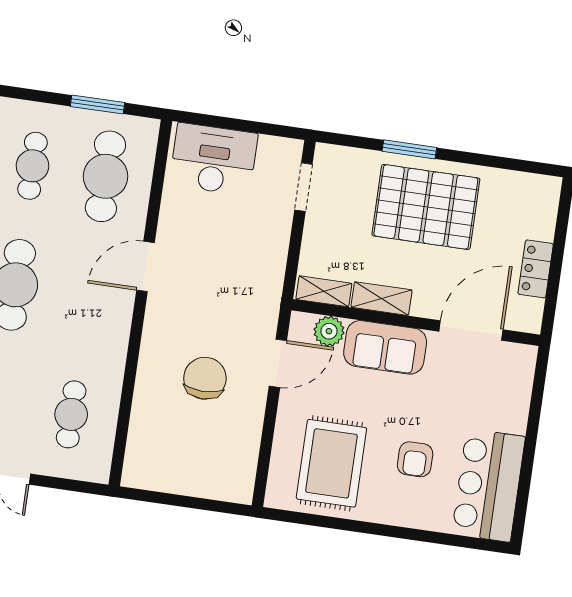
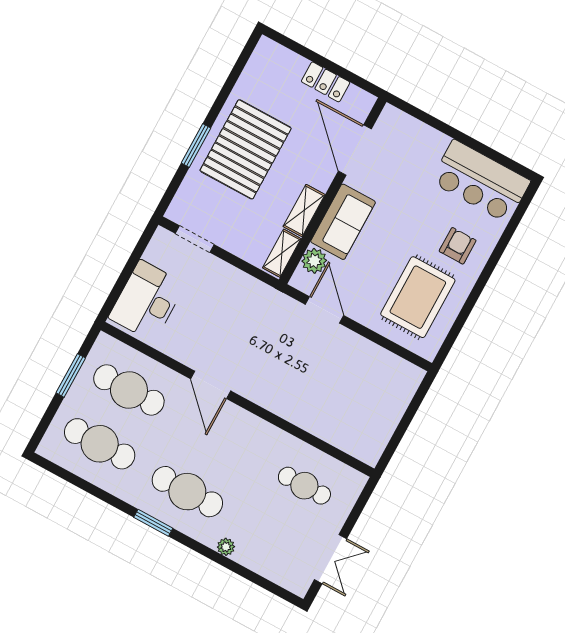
cafe table: (32, 166) -> (100, 444), width x1.37, depth x1.35
chair: (205, 378) -> (315, 371), removed
armchair: (415, 459) -> (458, 246), moved, turned -90
rug: (331, 463) -> (418, 297), turned 90

